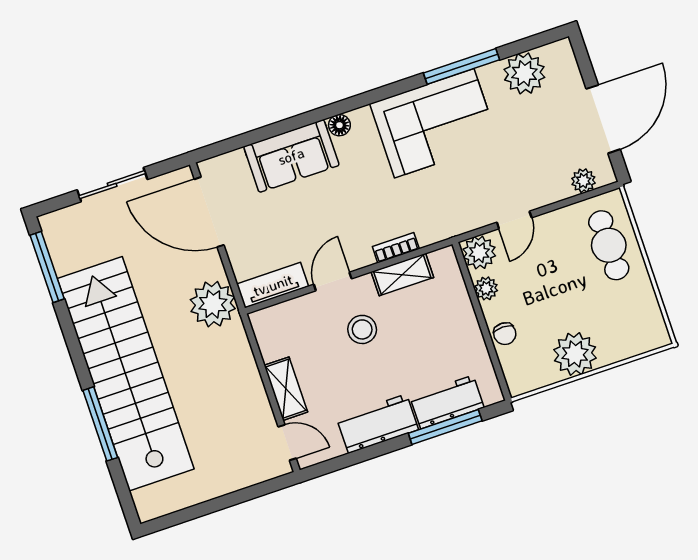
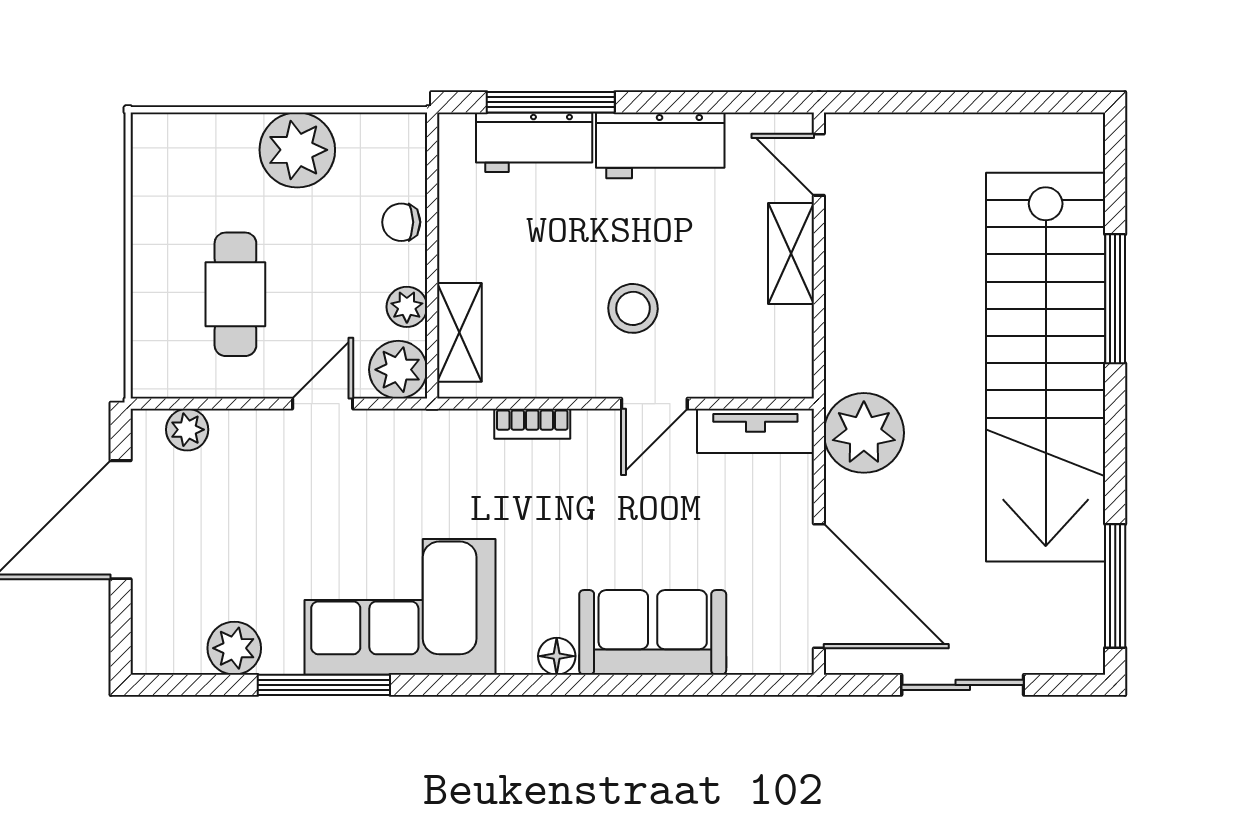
plant: (524, 73) -> (234, 648), width x0.73, depth x0.73
cafe table: (609, 245) -> (235, 294), moved
shelving: (402, 275) -> (459, 332), moved, turned 90
chair: (505, 334) -> (401, 222), turned -90

